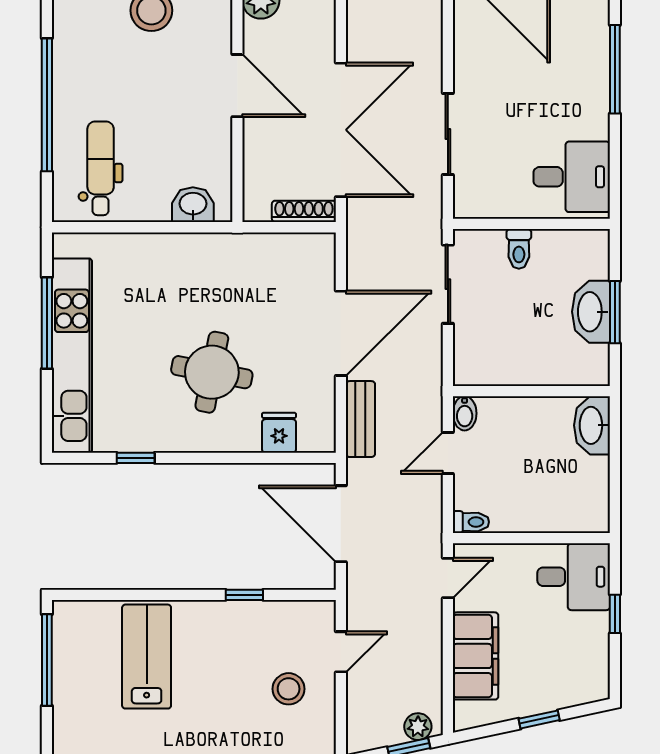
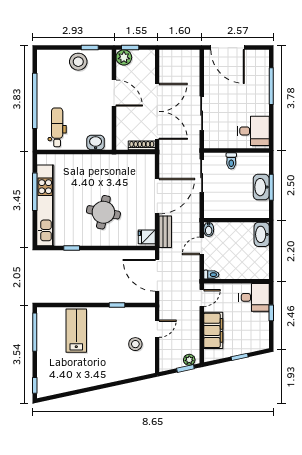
fridge: (279, 433) -> (147, 237), moved, turned -90

